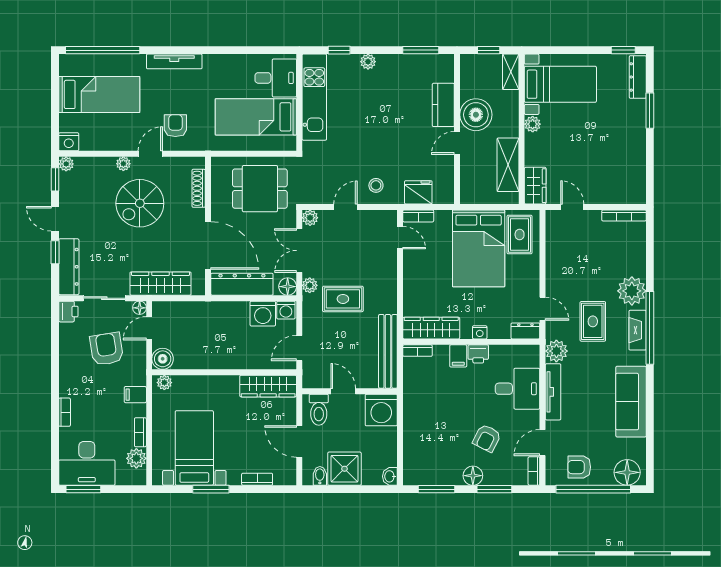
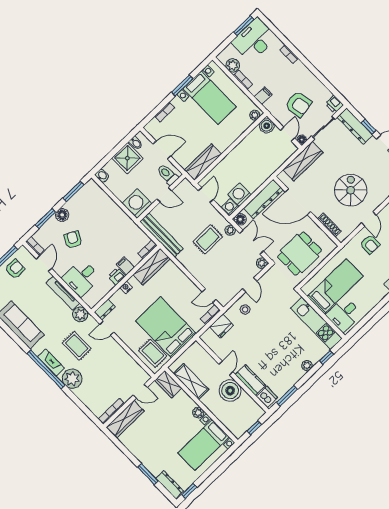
dishwasher: (443, 70) -> (267, 397), added
shelving: (511, 72) -> (233, 428), removed
plant: (123, 164) -> (377, 202), removed
wardrobe: (617, 193) -> (125, 419), added

